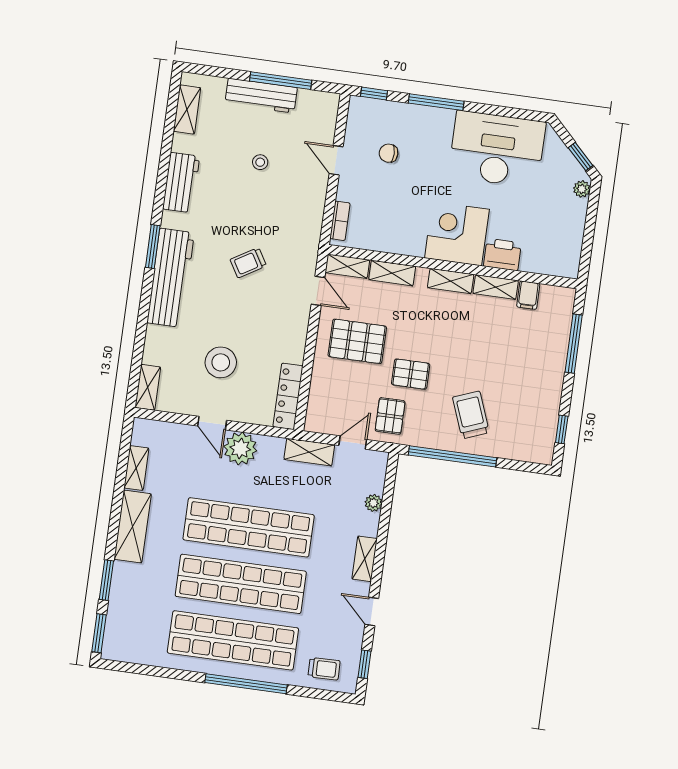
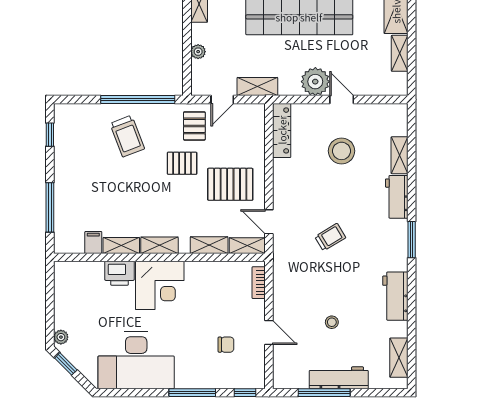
workbench: (171, 278) -> (397, 197), width x0.53, depth x0.76
shelving: (148, 387) -> (399, 155), moved

